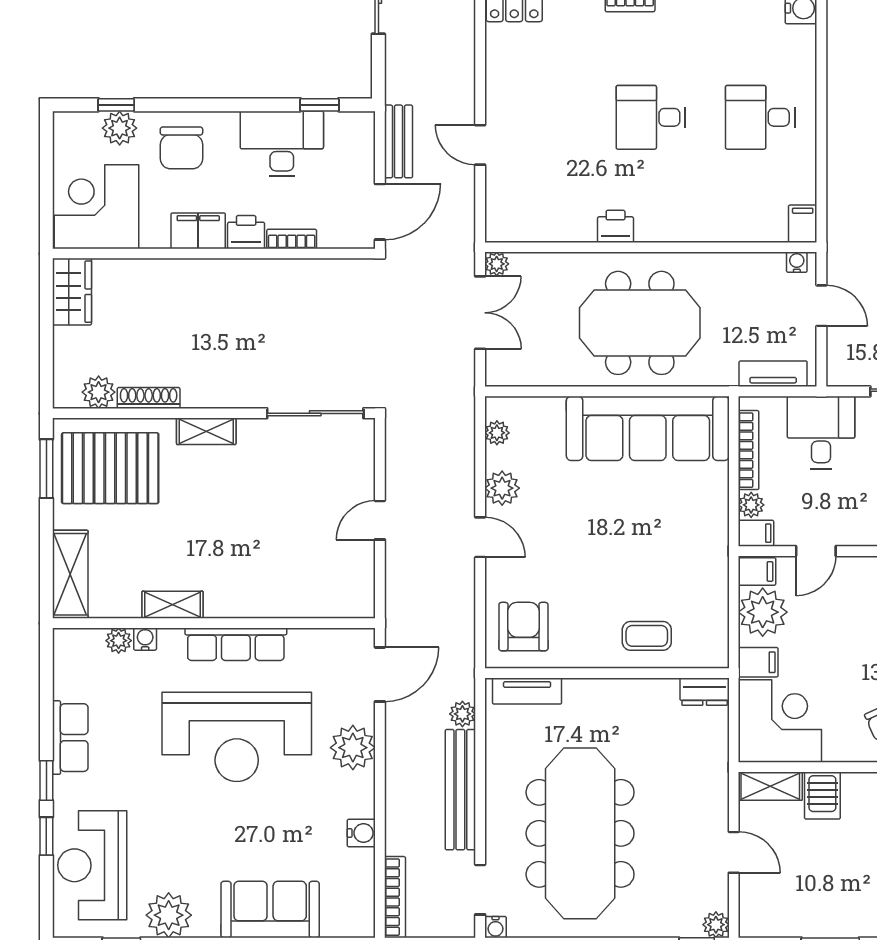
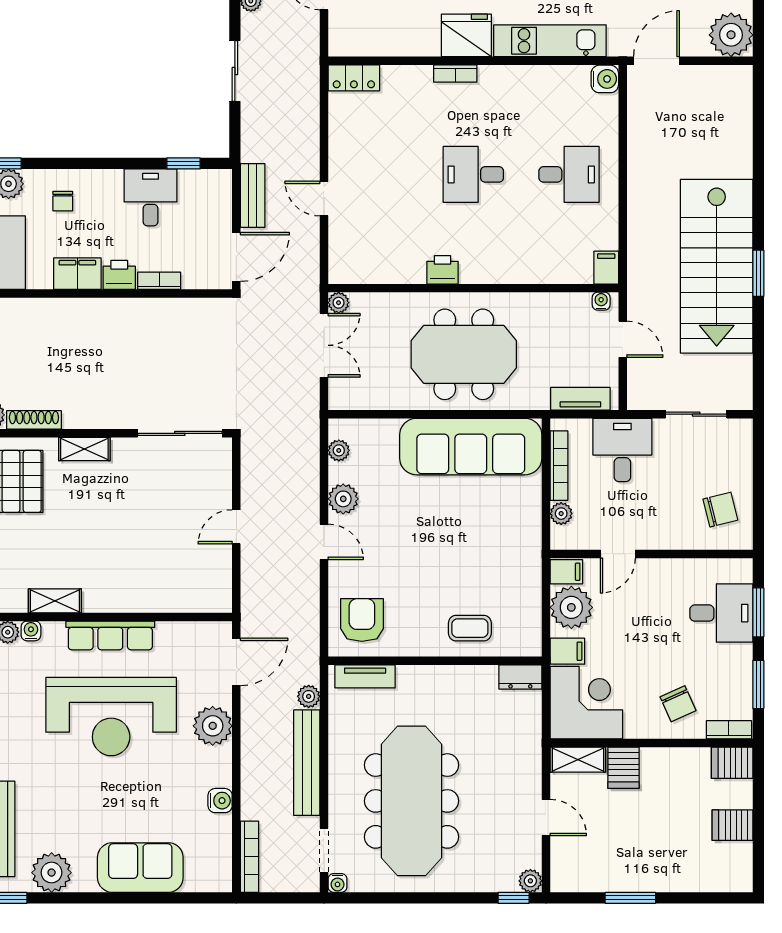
desk: (760, 117) -> (569, 174), turned 180
desk: (282, 144) -> (151, 197), width x0.73
chair: (181, 148) -> (63, 201), width x0.54, depth x0.54
filing cabinet: (756, 533) -> (565, 538), removed

